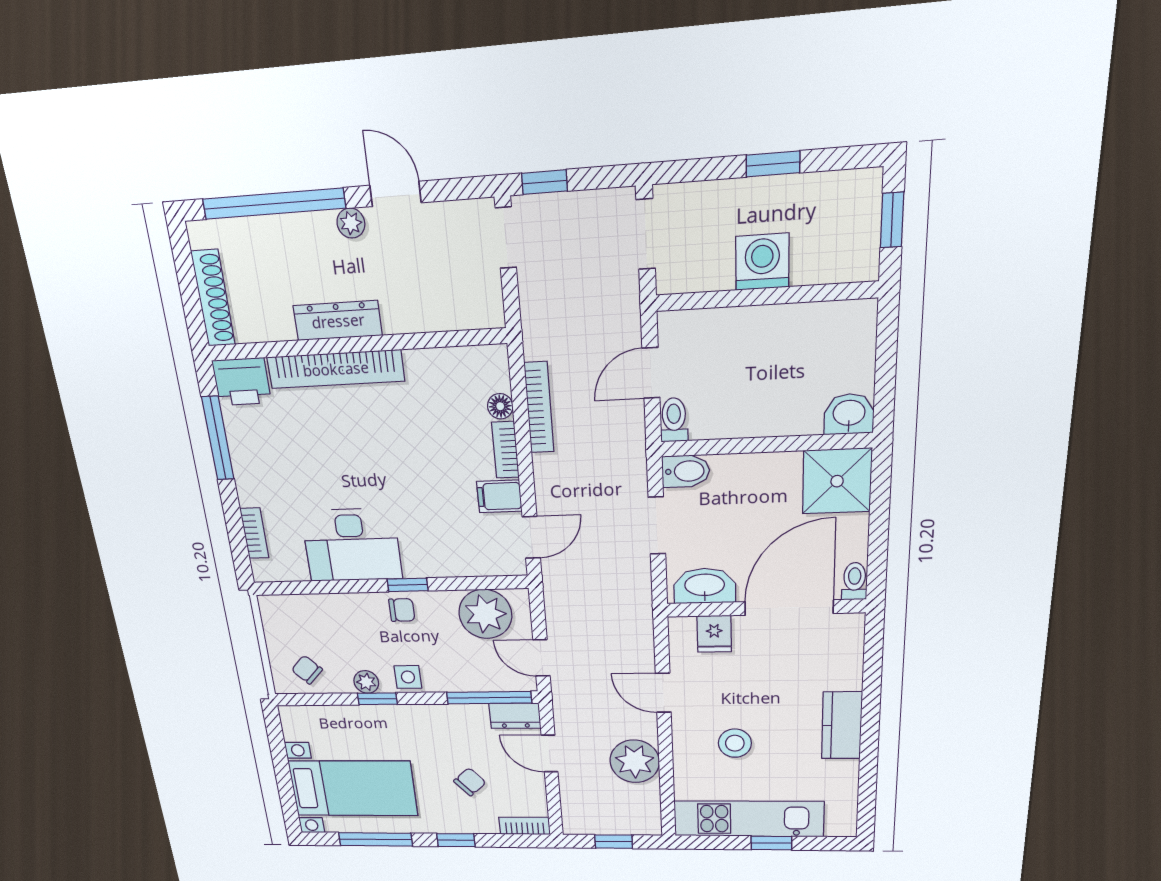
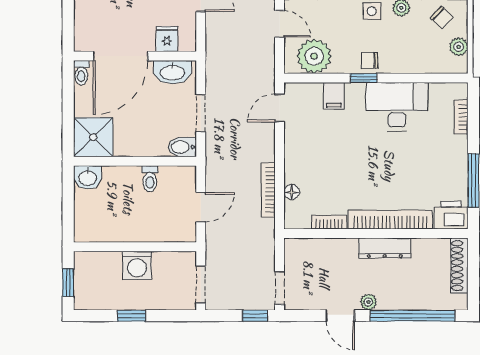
toilet: (674, 420) -> (150, 179), moved
bookcase: (505, 450) -> (329, 222), moved, turned -90
filing cabinet: (499, 496) -> (334, 96), moved, turned 90
plant: (276, 631) -> (459, 47), added

